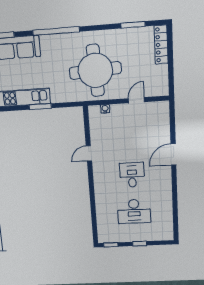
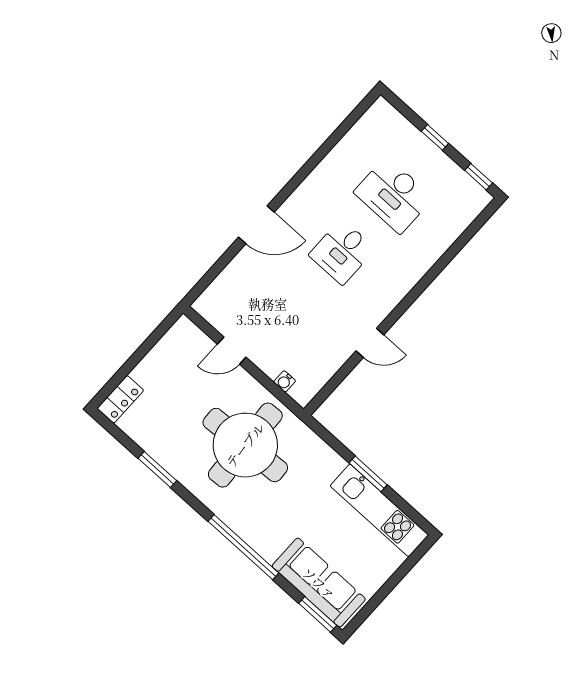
window: (133, 25) -> (157, 470), moved
locker: (161, 45) -> (120, 399), width x0.66
desk: (134, 211) -> (393, 195), turned 180

